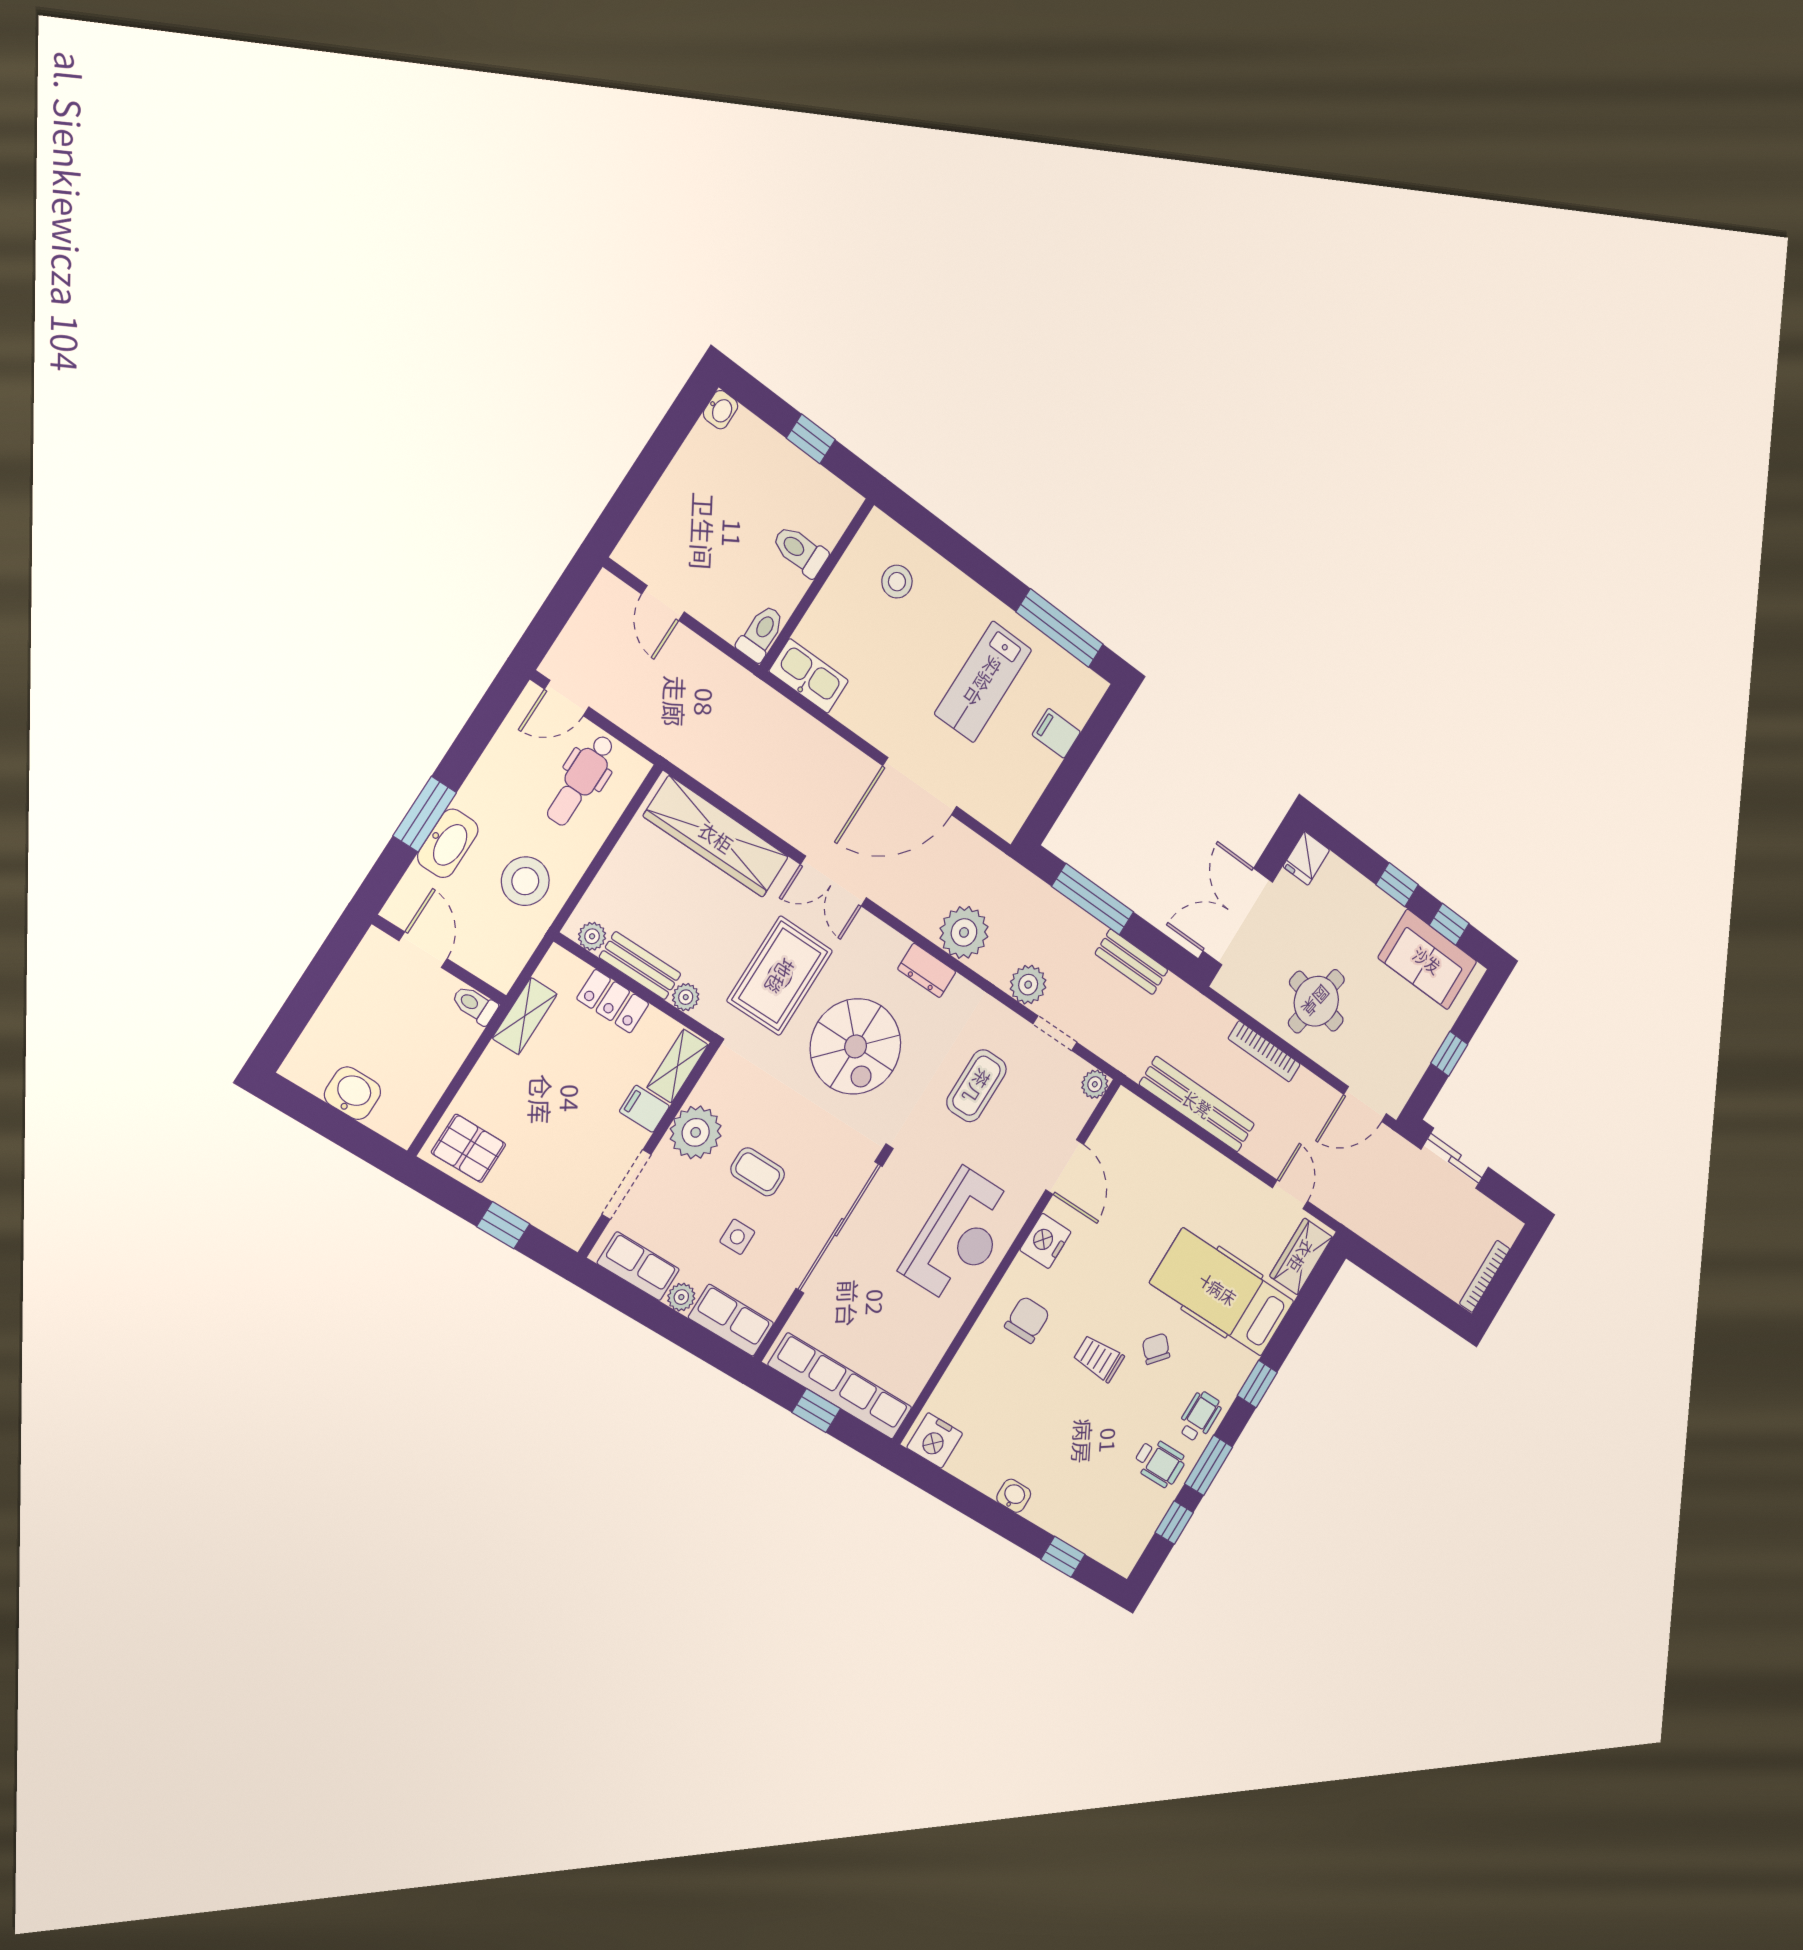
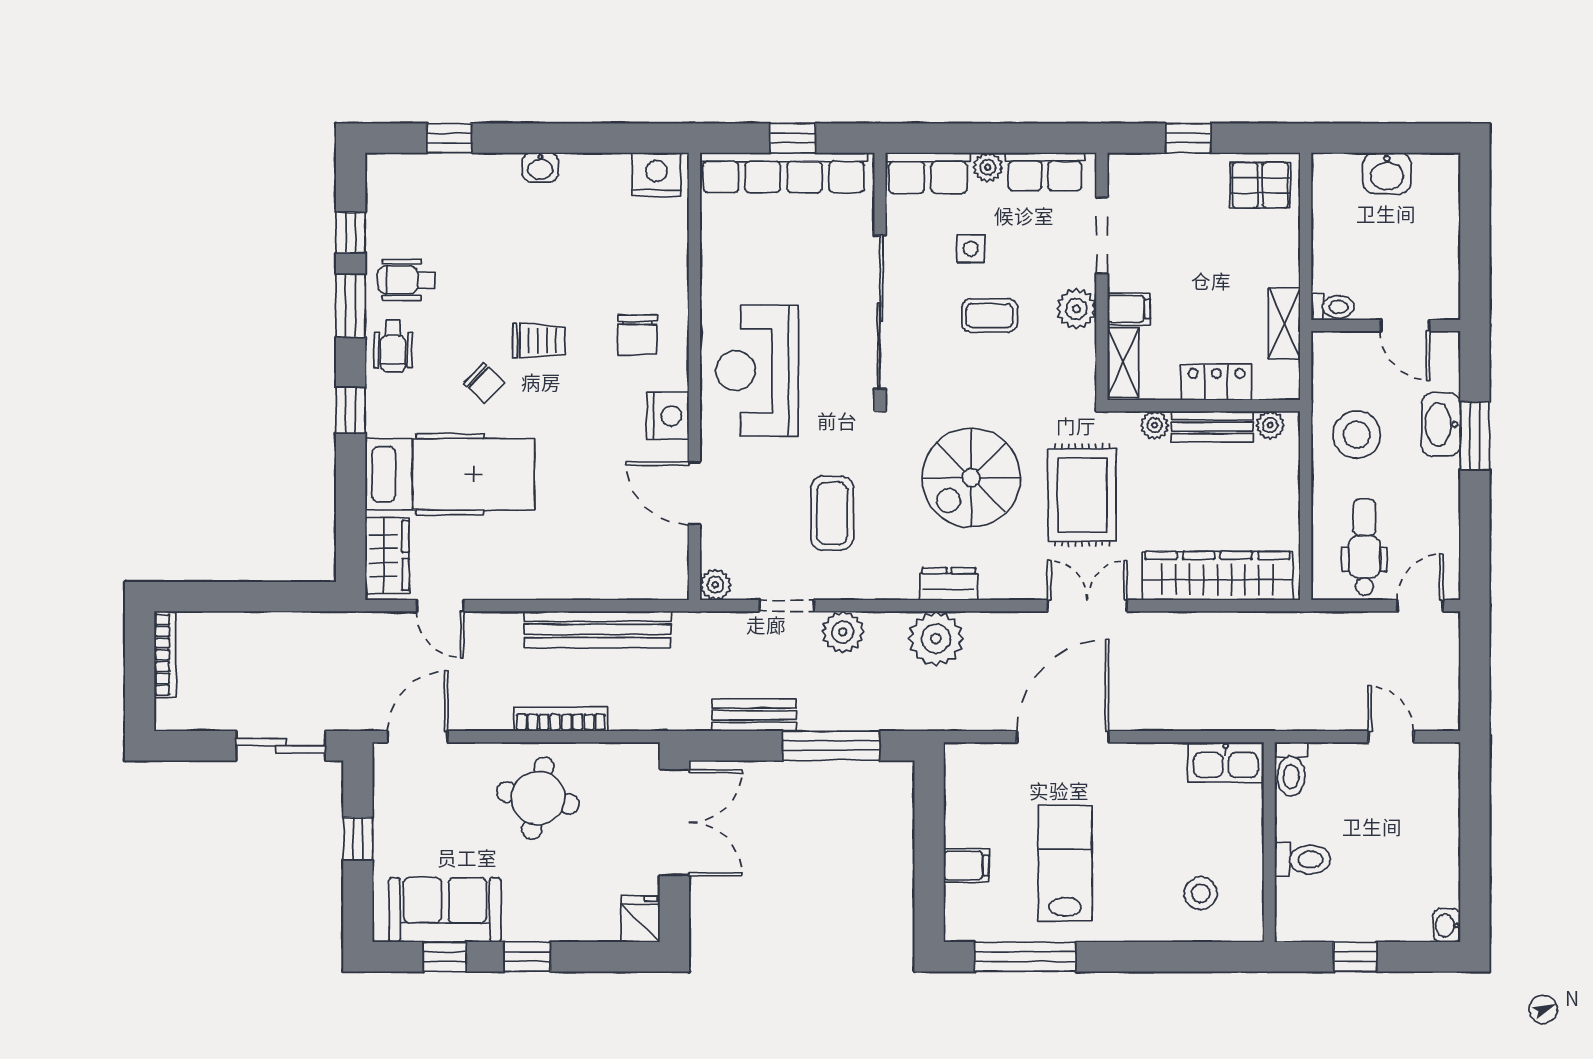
spiral stairs: (856, 1046) -> (971, 478), turned -90
plant: (696, 1132) -> (1076, 309), width x0.73, depth x0.73

